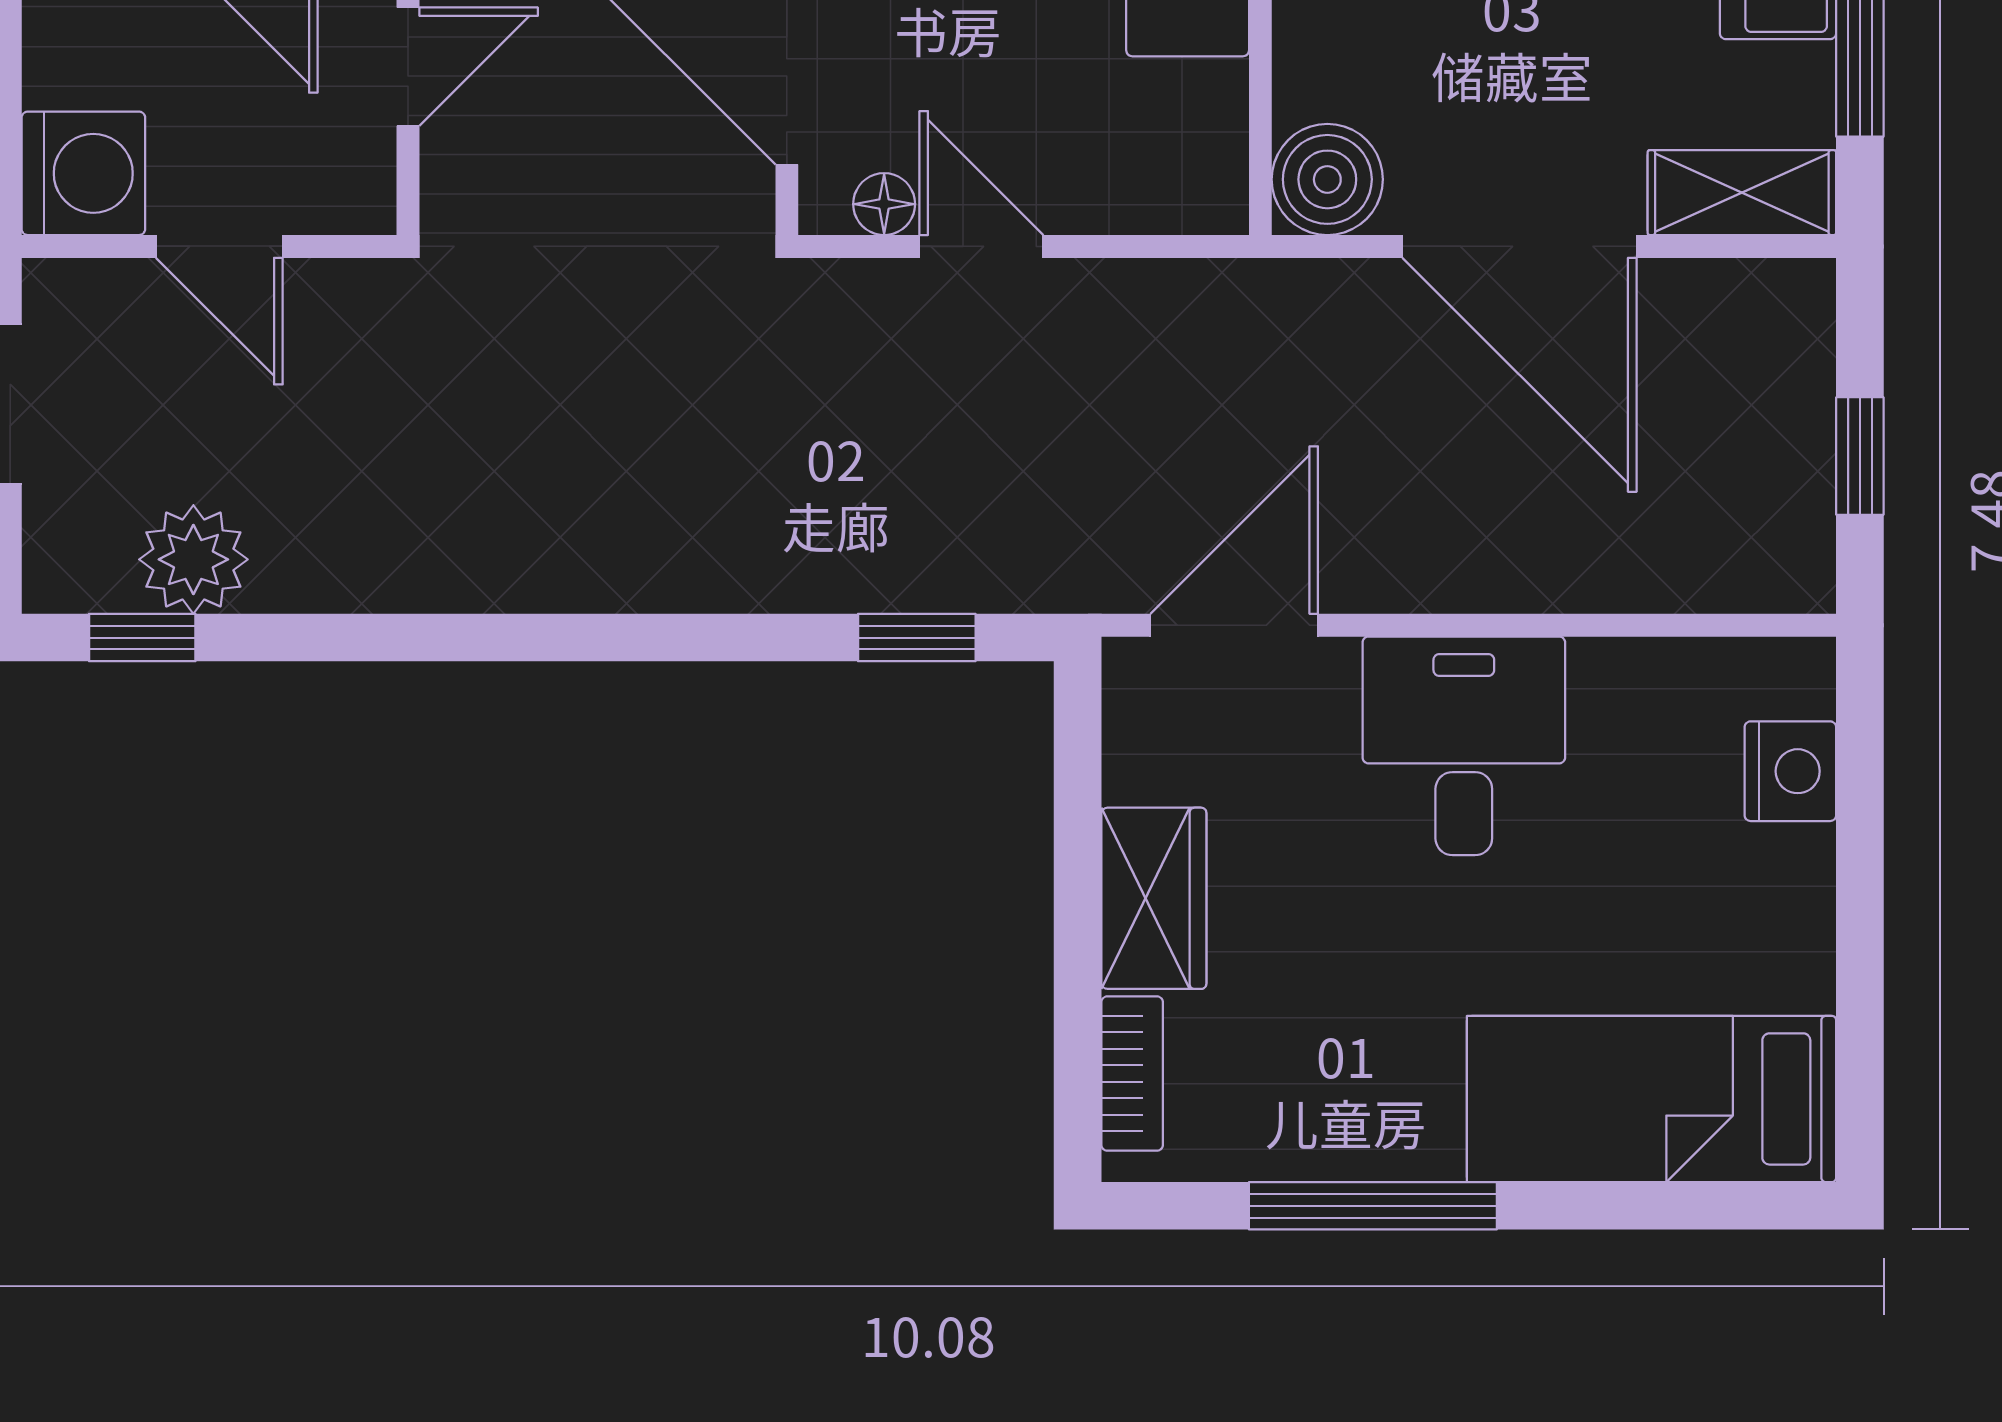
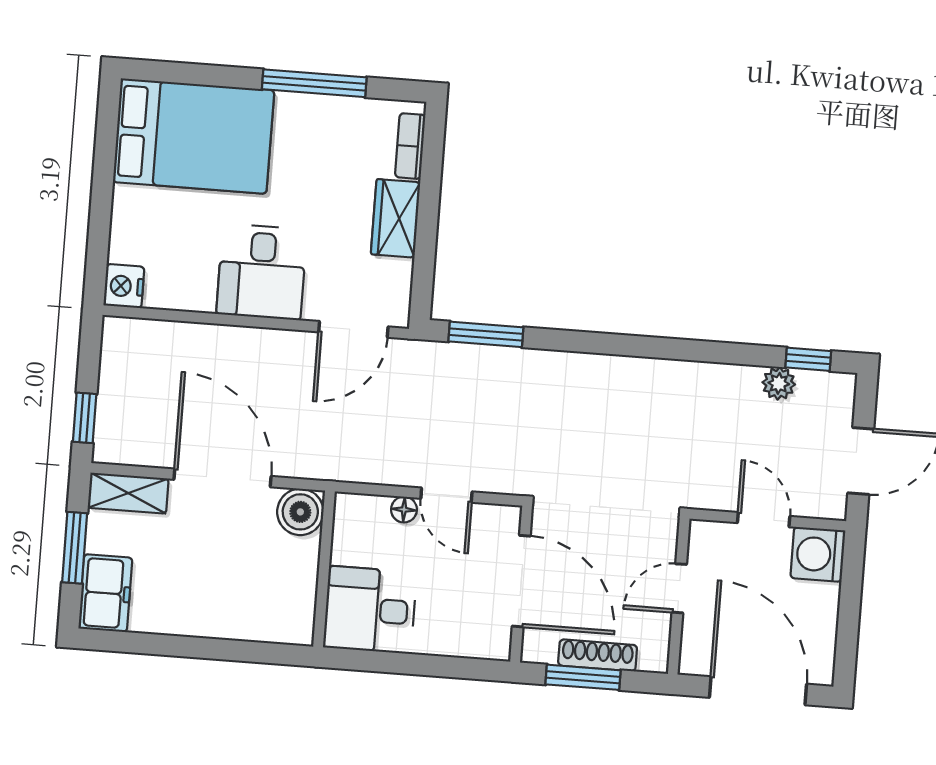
floor lamp: (884, 204) -> (404, 510), moved
window: (1860, 456) -> (85, 418), moved
plant: (193, 559) -> (779, 383), width x0.73, depth x0.73
window: (917, 638) -> (486, 334), width x1.50
nightstand: (1790, 771) -> (124, 286), moved
bed: (1652, 1099) -> (194, 136), width x1.50

